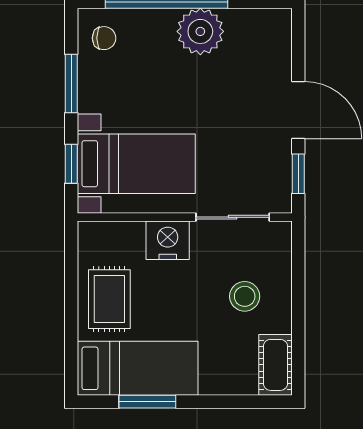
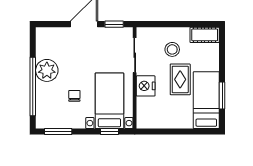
chair: (104, 38) -> (74, 96), moved
window: (71, 84) -> (58, 132), moved
rug: (109, 299) -> (180, 79), moved, turned 90

